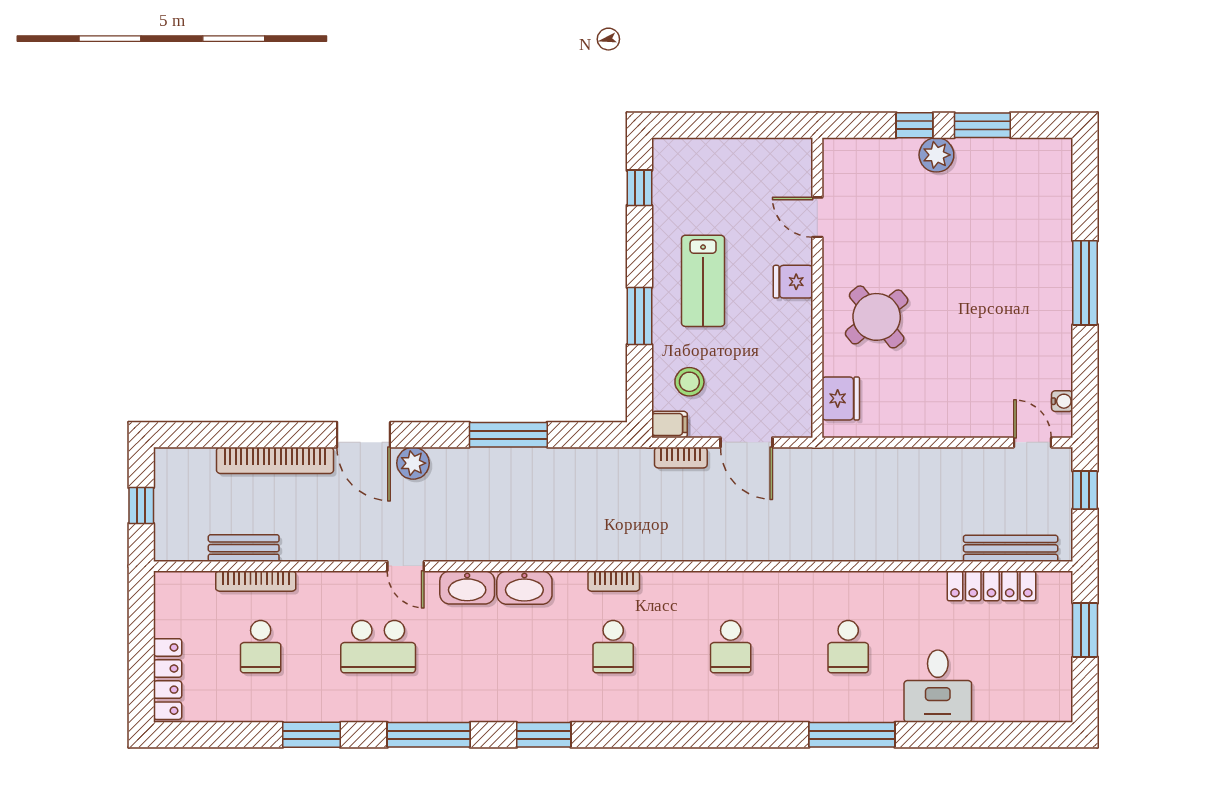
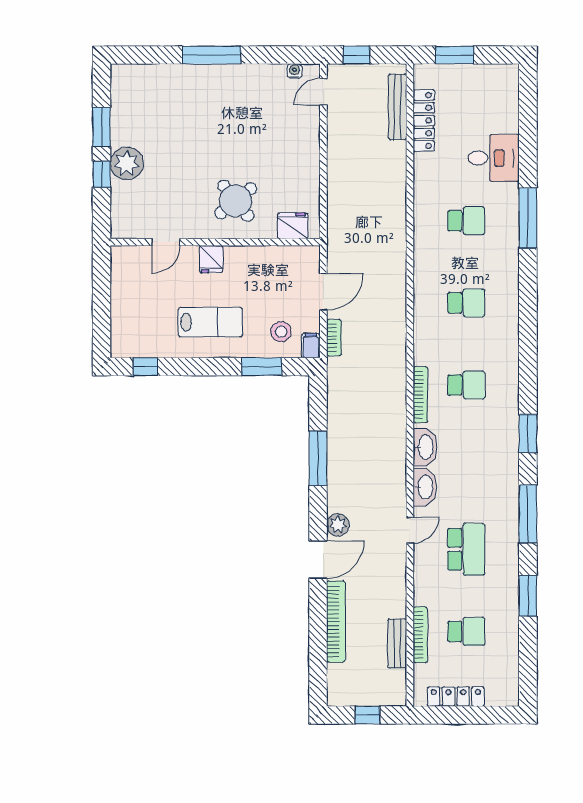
plant: (936, 155) -> (127, 163), width x1.36, depth x1.36
window: (639, 316) -> (262, 367), moved
bookcase: (614, 581) -> (420, 395), width x1.56
locker: (168, 679) -> (456, 697), moved

